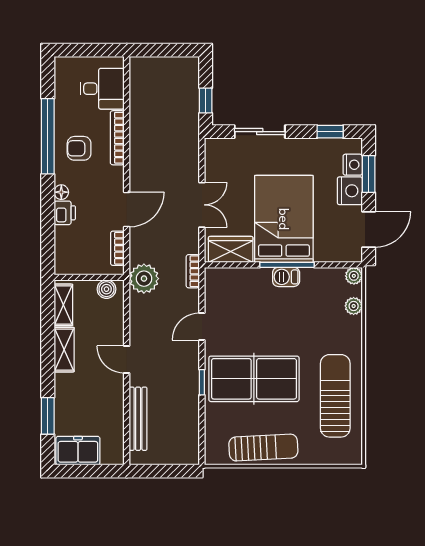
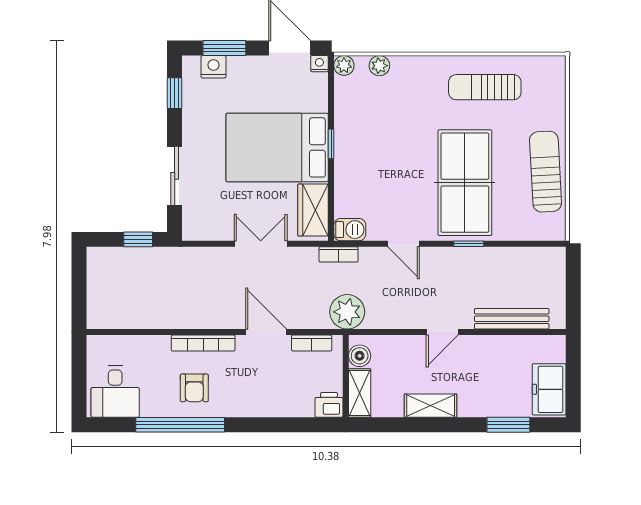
desk: (102, 89) -> (115, 392), moved, turned 180
bookcase: (117, 138) -> (203, 343), moved
nightstand: (350, 191) -> (319, 64), moved, width x0.53, depth x0.56
floor lamp: (61, 192) -> (246, 409), removed
printer: (65, 213) -> (329, 405), moved
window: (287, 265) -> (331, 144), width x0.46
barbecue: (286, 277) -> (350, 230), moved, turned -90
shelving: (63, 305) -> (360, 393), moved, turned 90
sun lounger: (335, 396) -> (485, 87), width x0.73, depth x0.75

